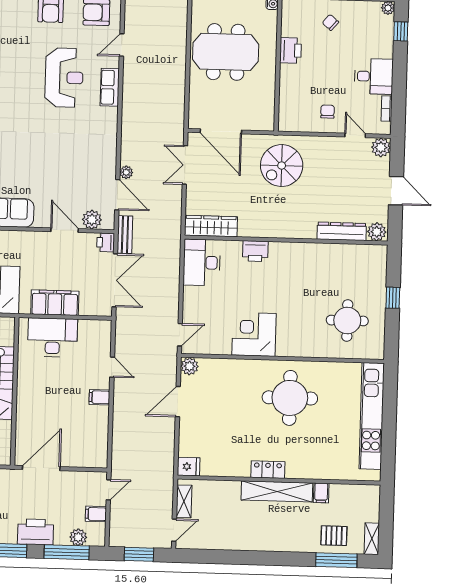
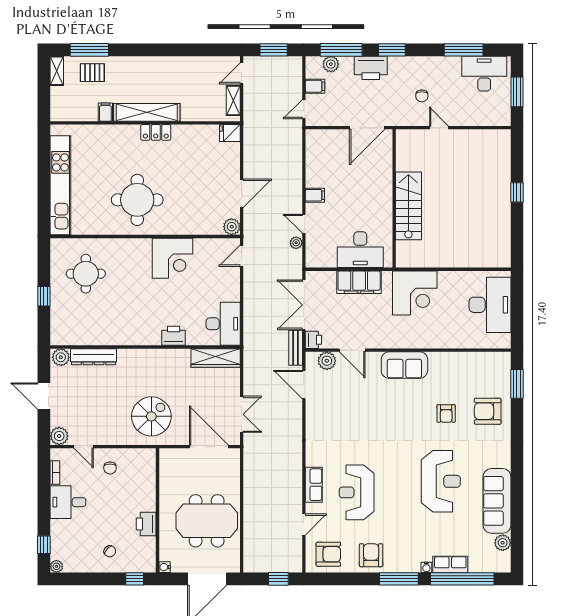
plant: (126, 172) -> (296, 243), moved

